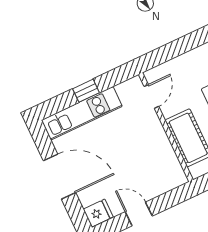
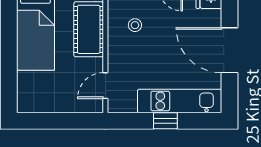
stool: (150, 160) -> (135, 25), added

